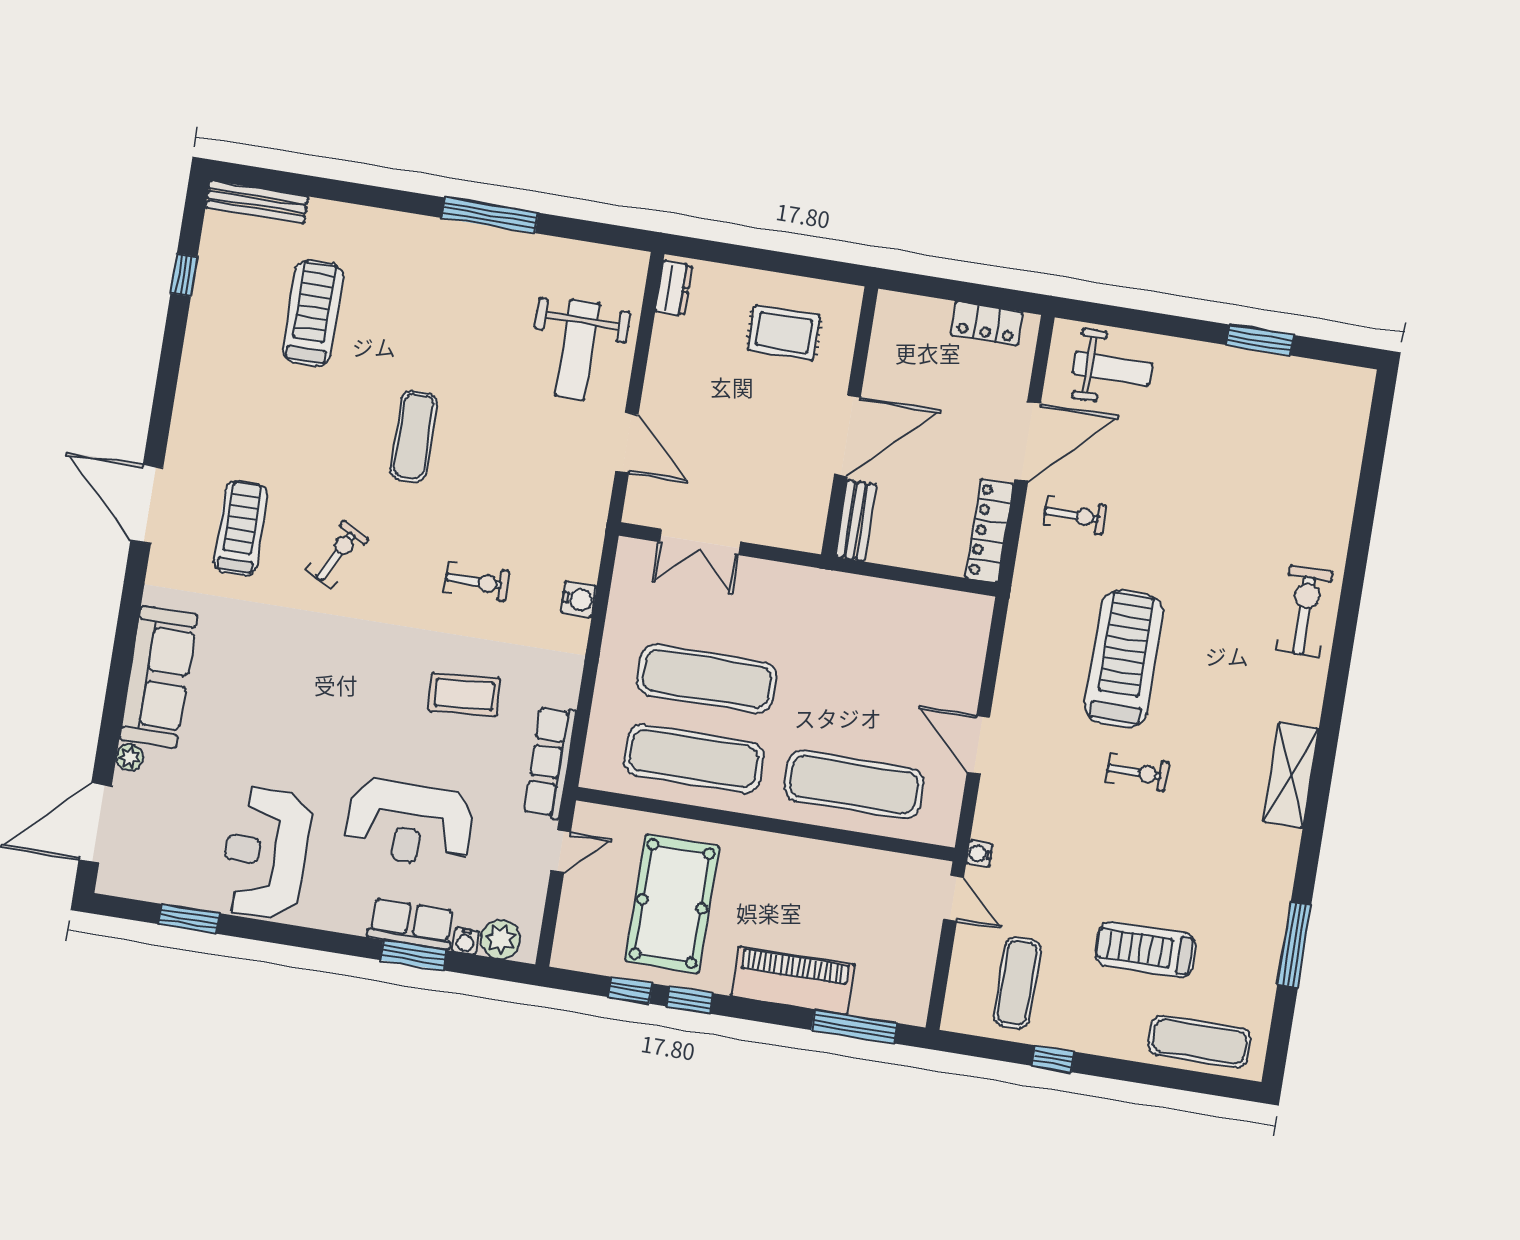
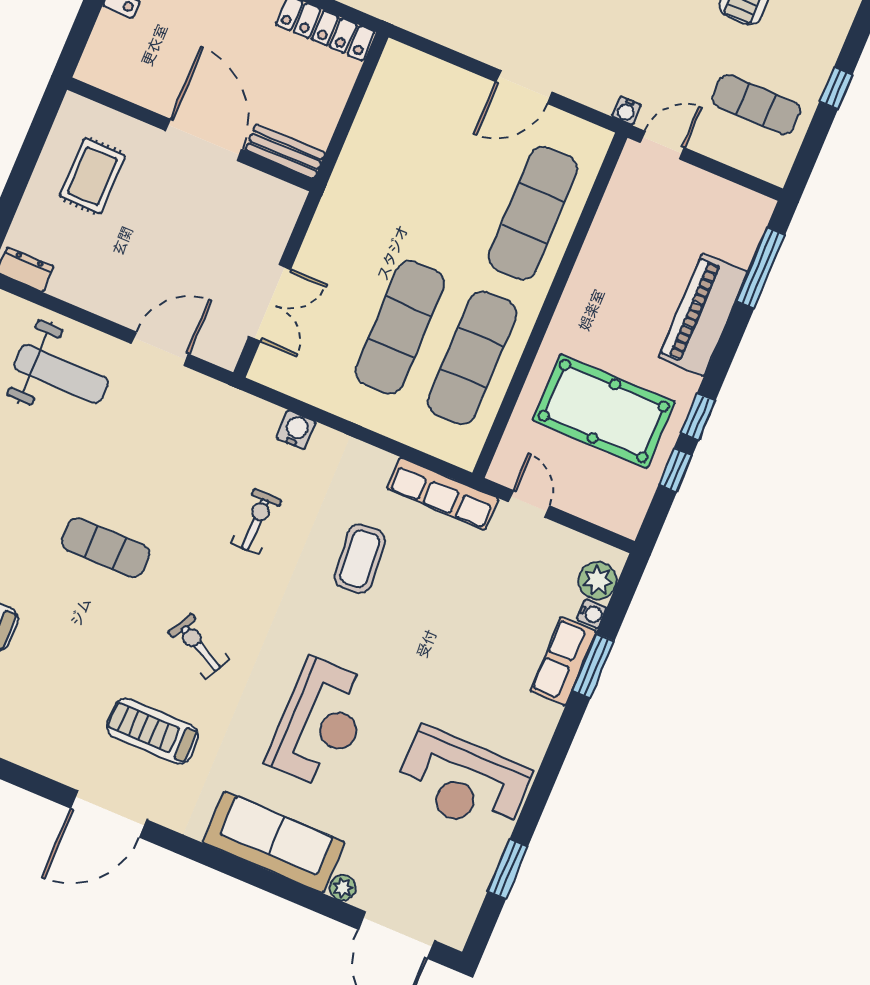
reception desk: (409, 823) -> (320, 723), moved

